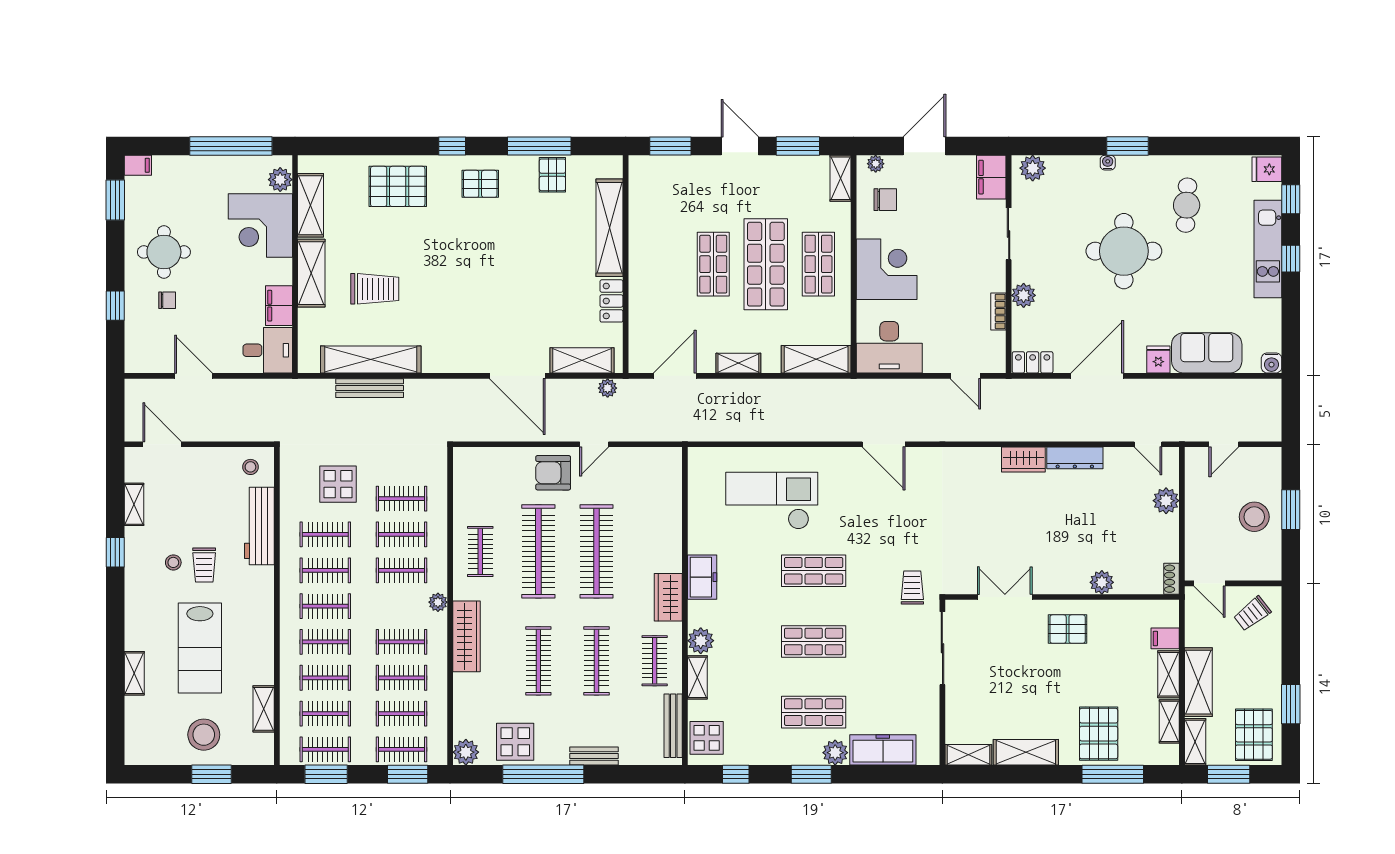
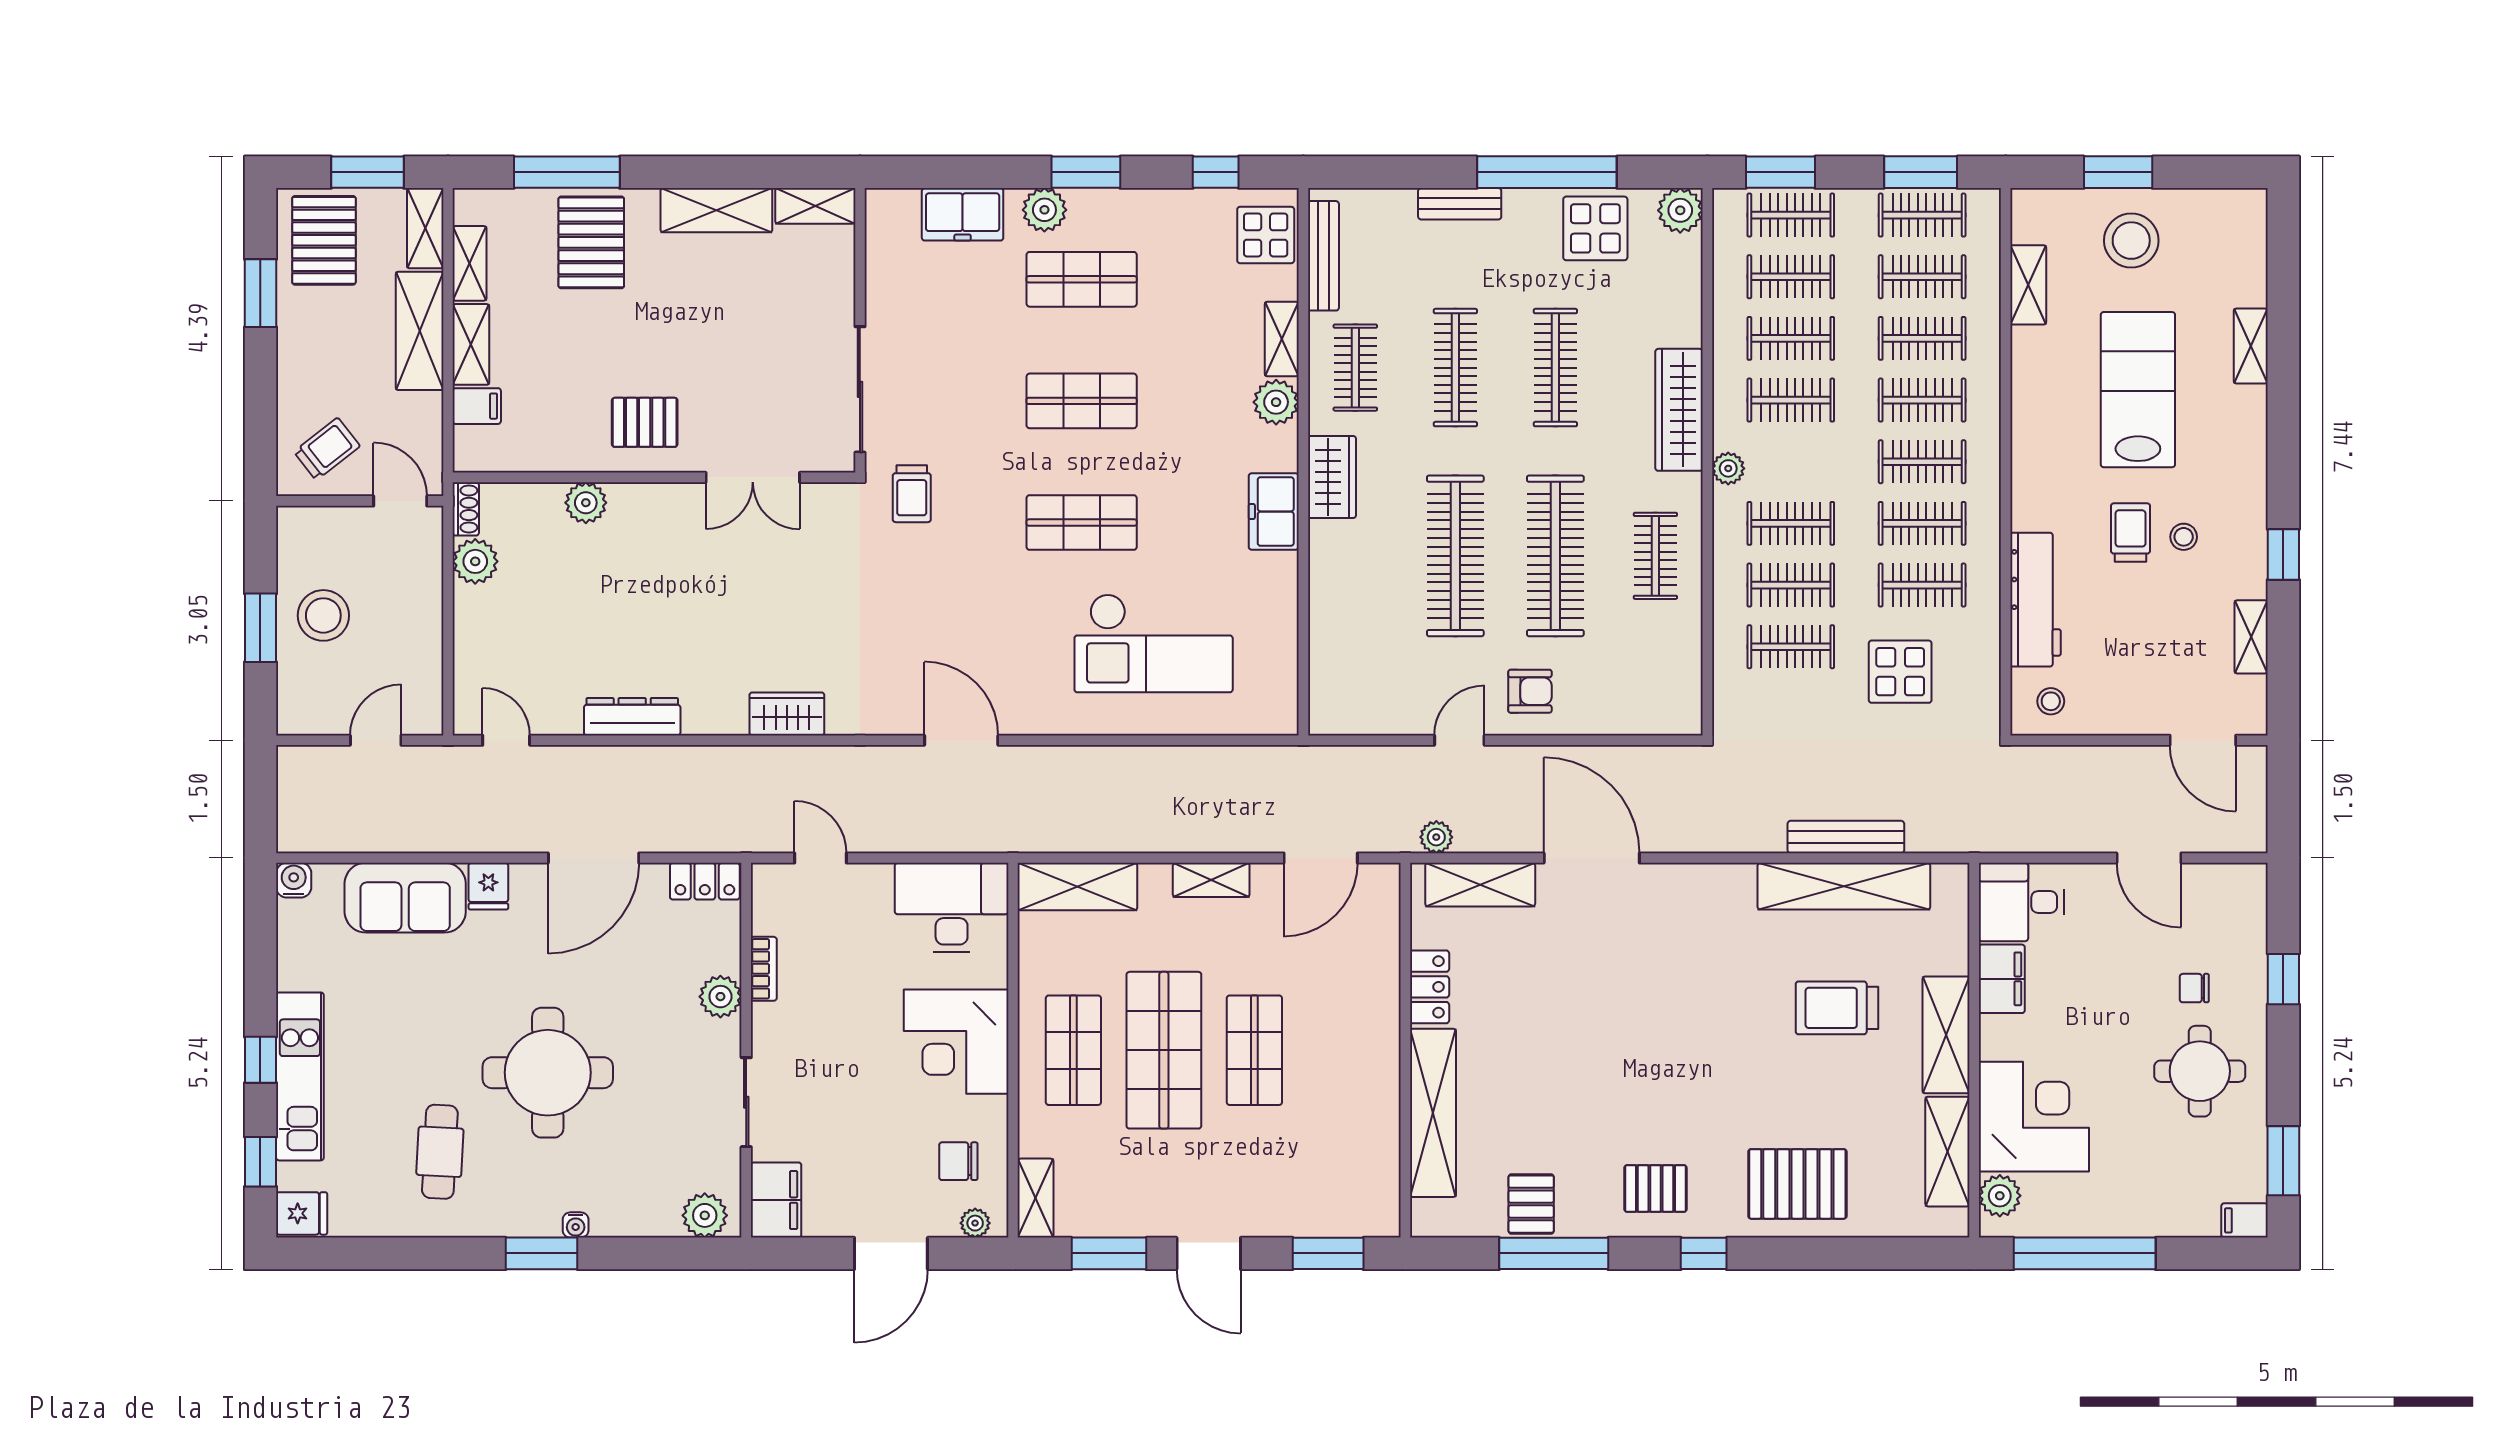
wardrobe: (1023, 460) -> (787, 714), moved
armchair: (553, 473) -> (1530, 691), width x0.72, depth x0.72
plant: (1166, 501) -> (475, 561), moved
freezer: (883, 750) -> (963, 214), width x0.71

